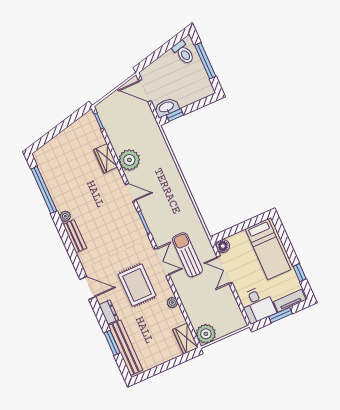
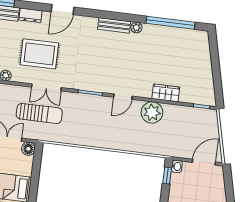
washbasin: (166, 107) -> (177, 166), width x0.52, depth x0.69

